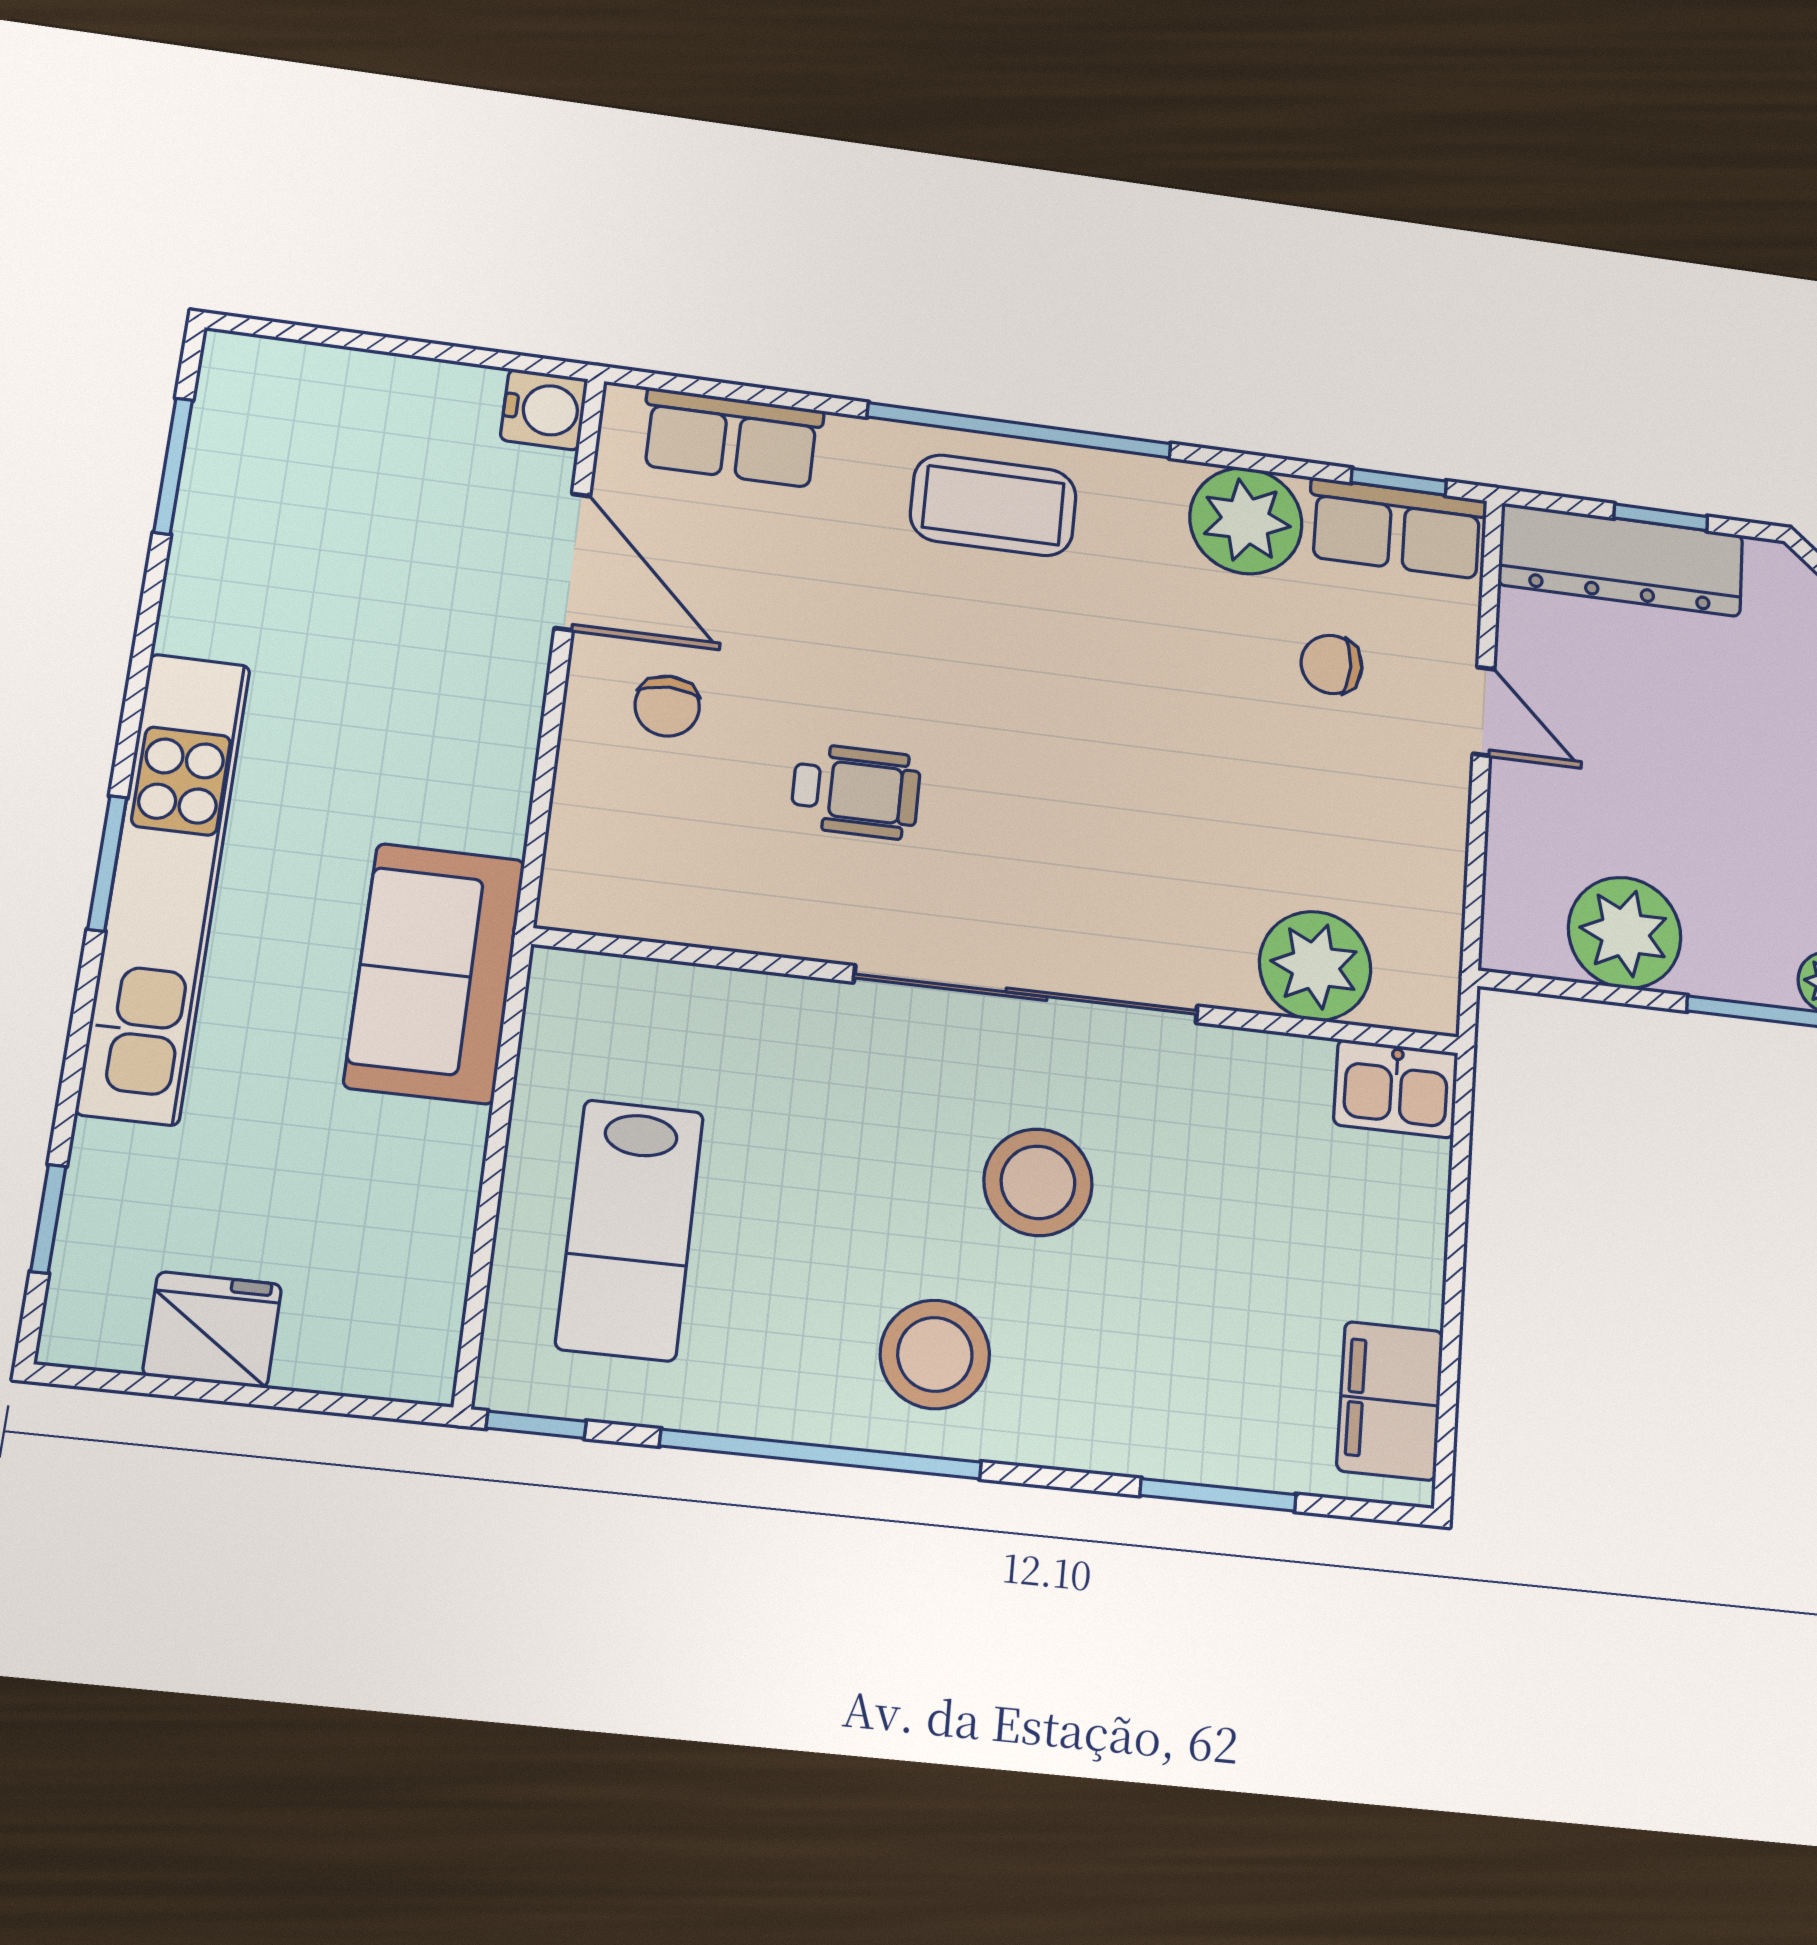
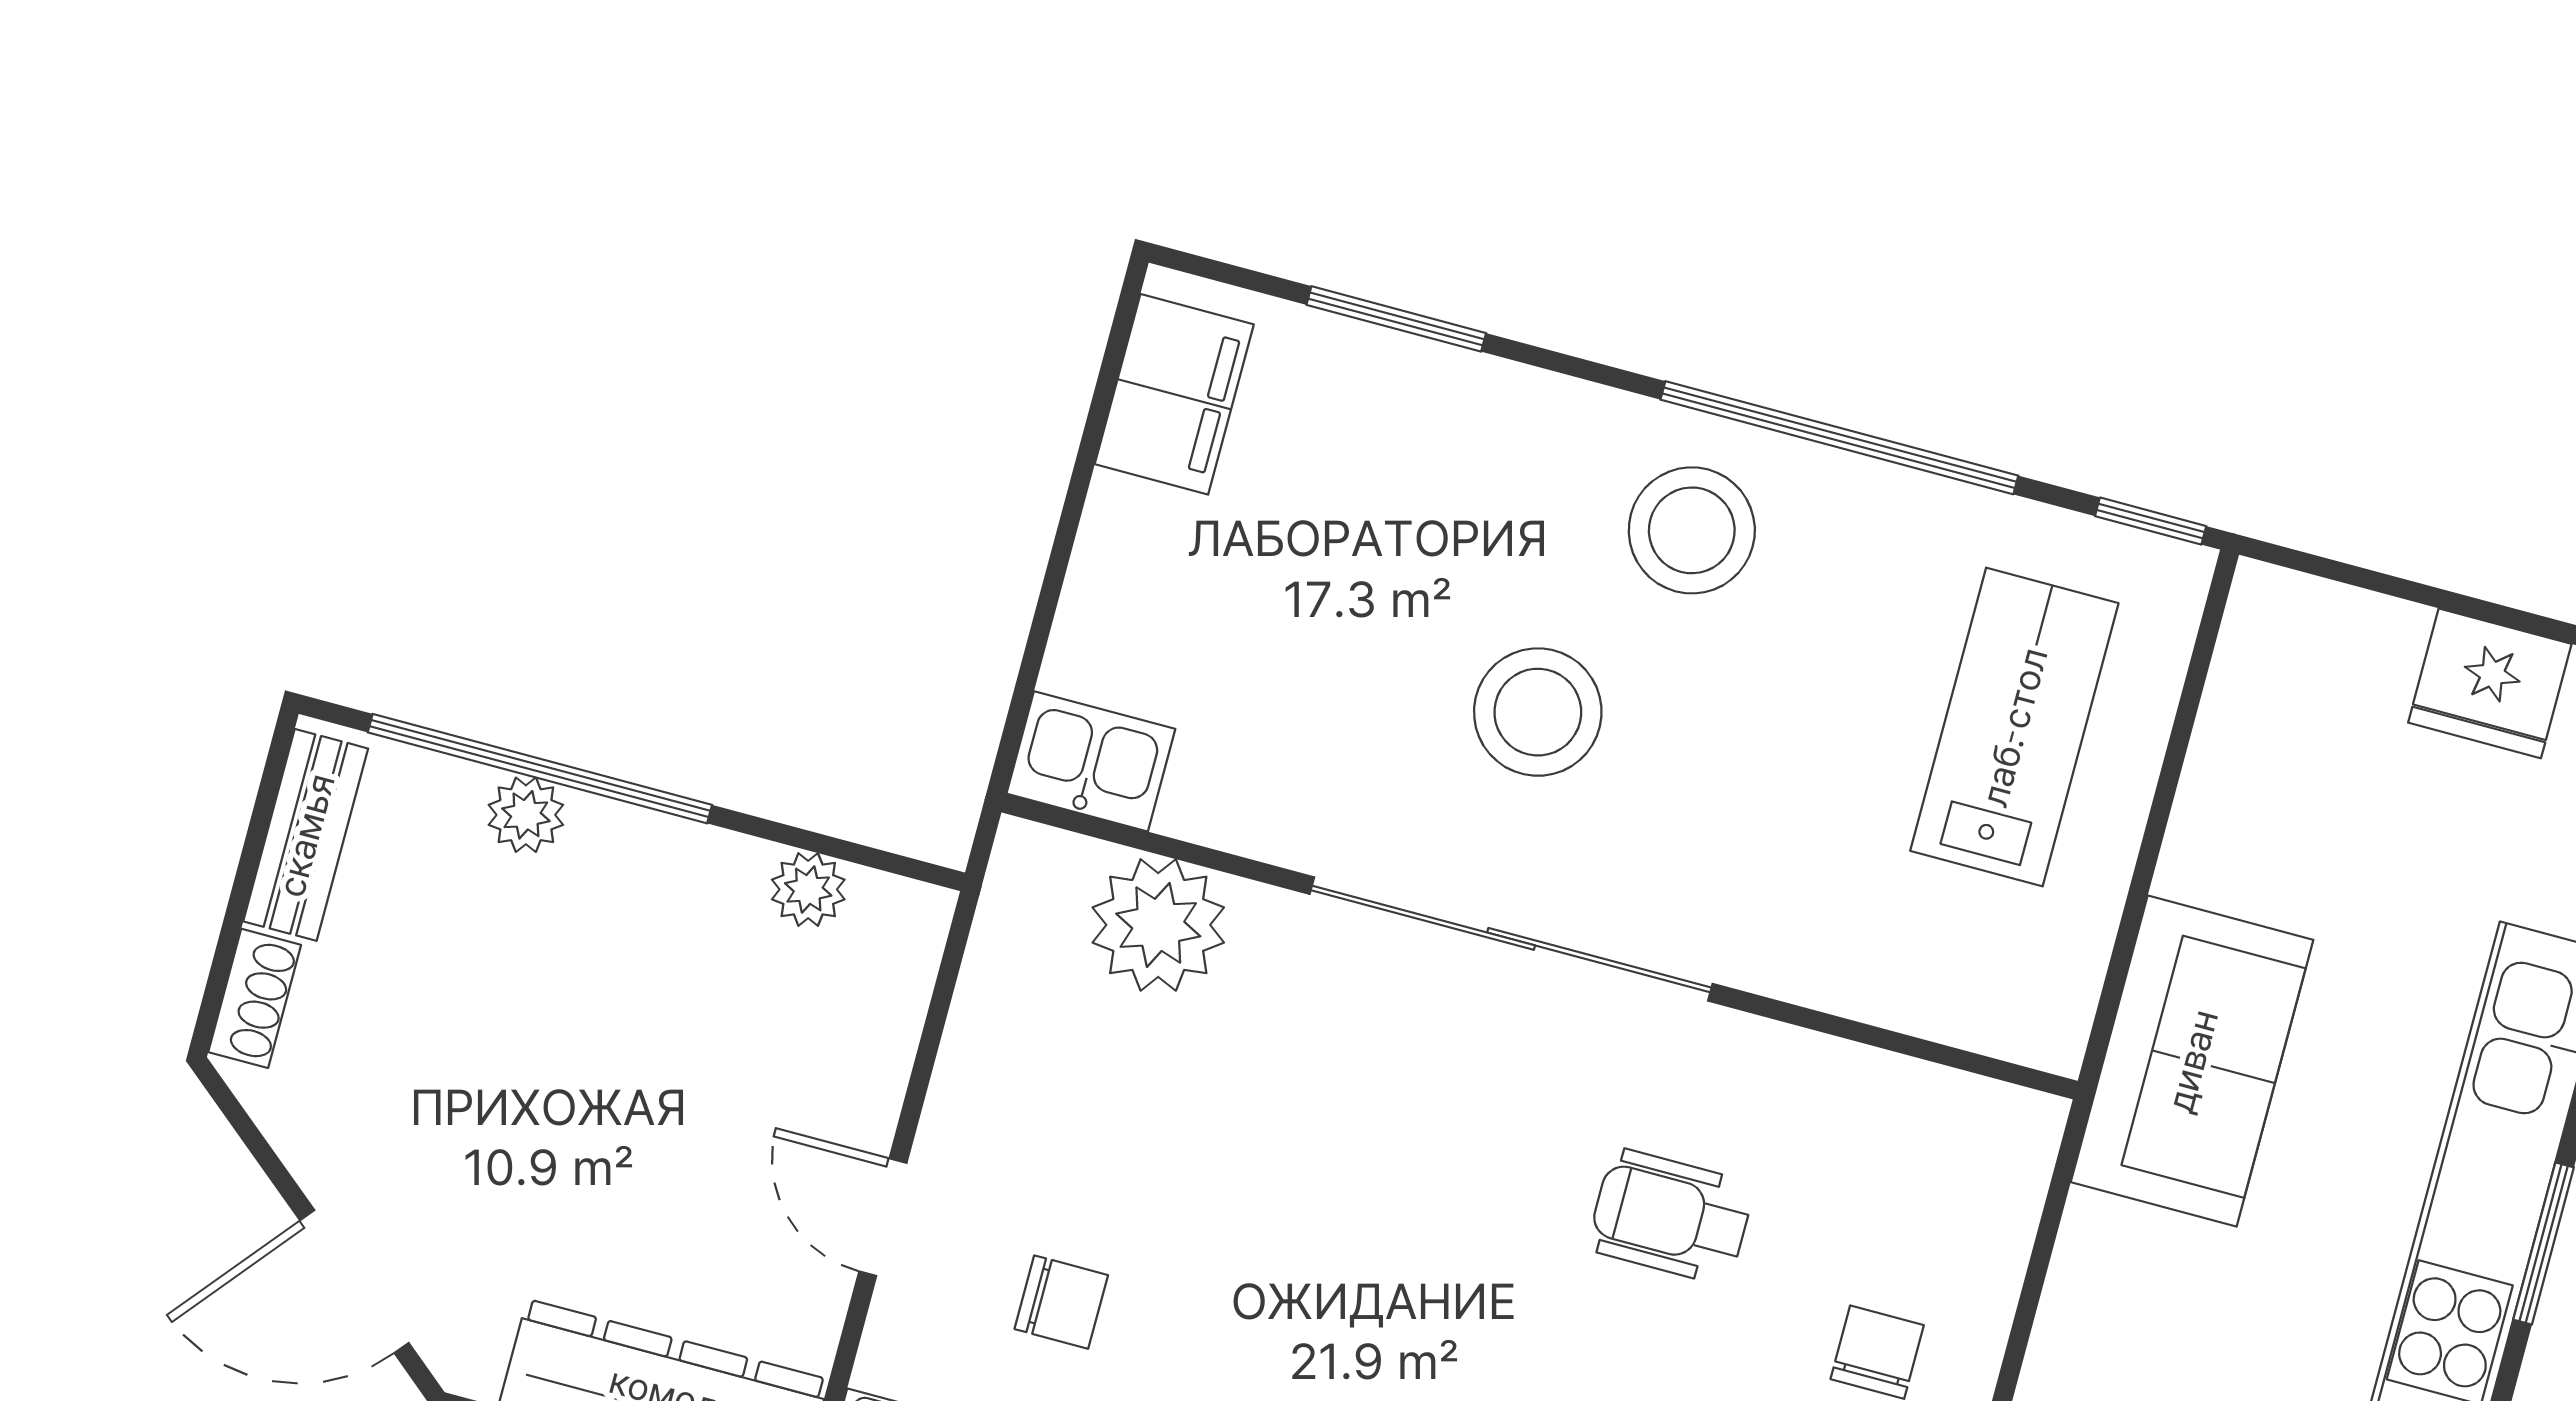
plant: (1625, 933) -> (808, 889), width x0.53, depth x0.53

